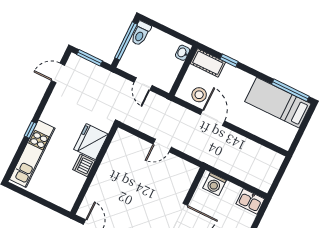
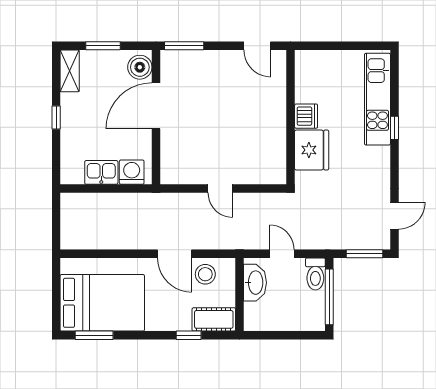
toilet: (141, 34) -> (315, 274), moved, turned 180
washbasin: (183, 53) -> (255, 283), moved, width x1.91, depth x1.45
window: (290, 90) -> (94, 335), width x0.69
bed: (278, 103) -> (102, 303), width x1.50
door: (162, 146) -> (220, 188), swing flipped
kitchen sink: (250, 201) -> (101, 172), moved

